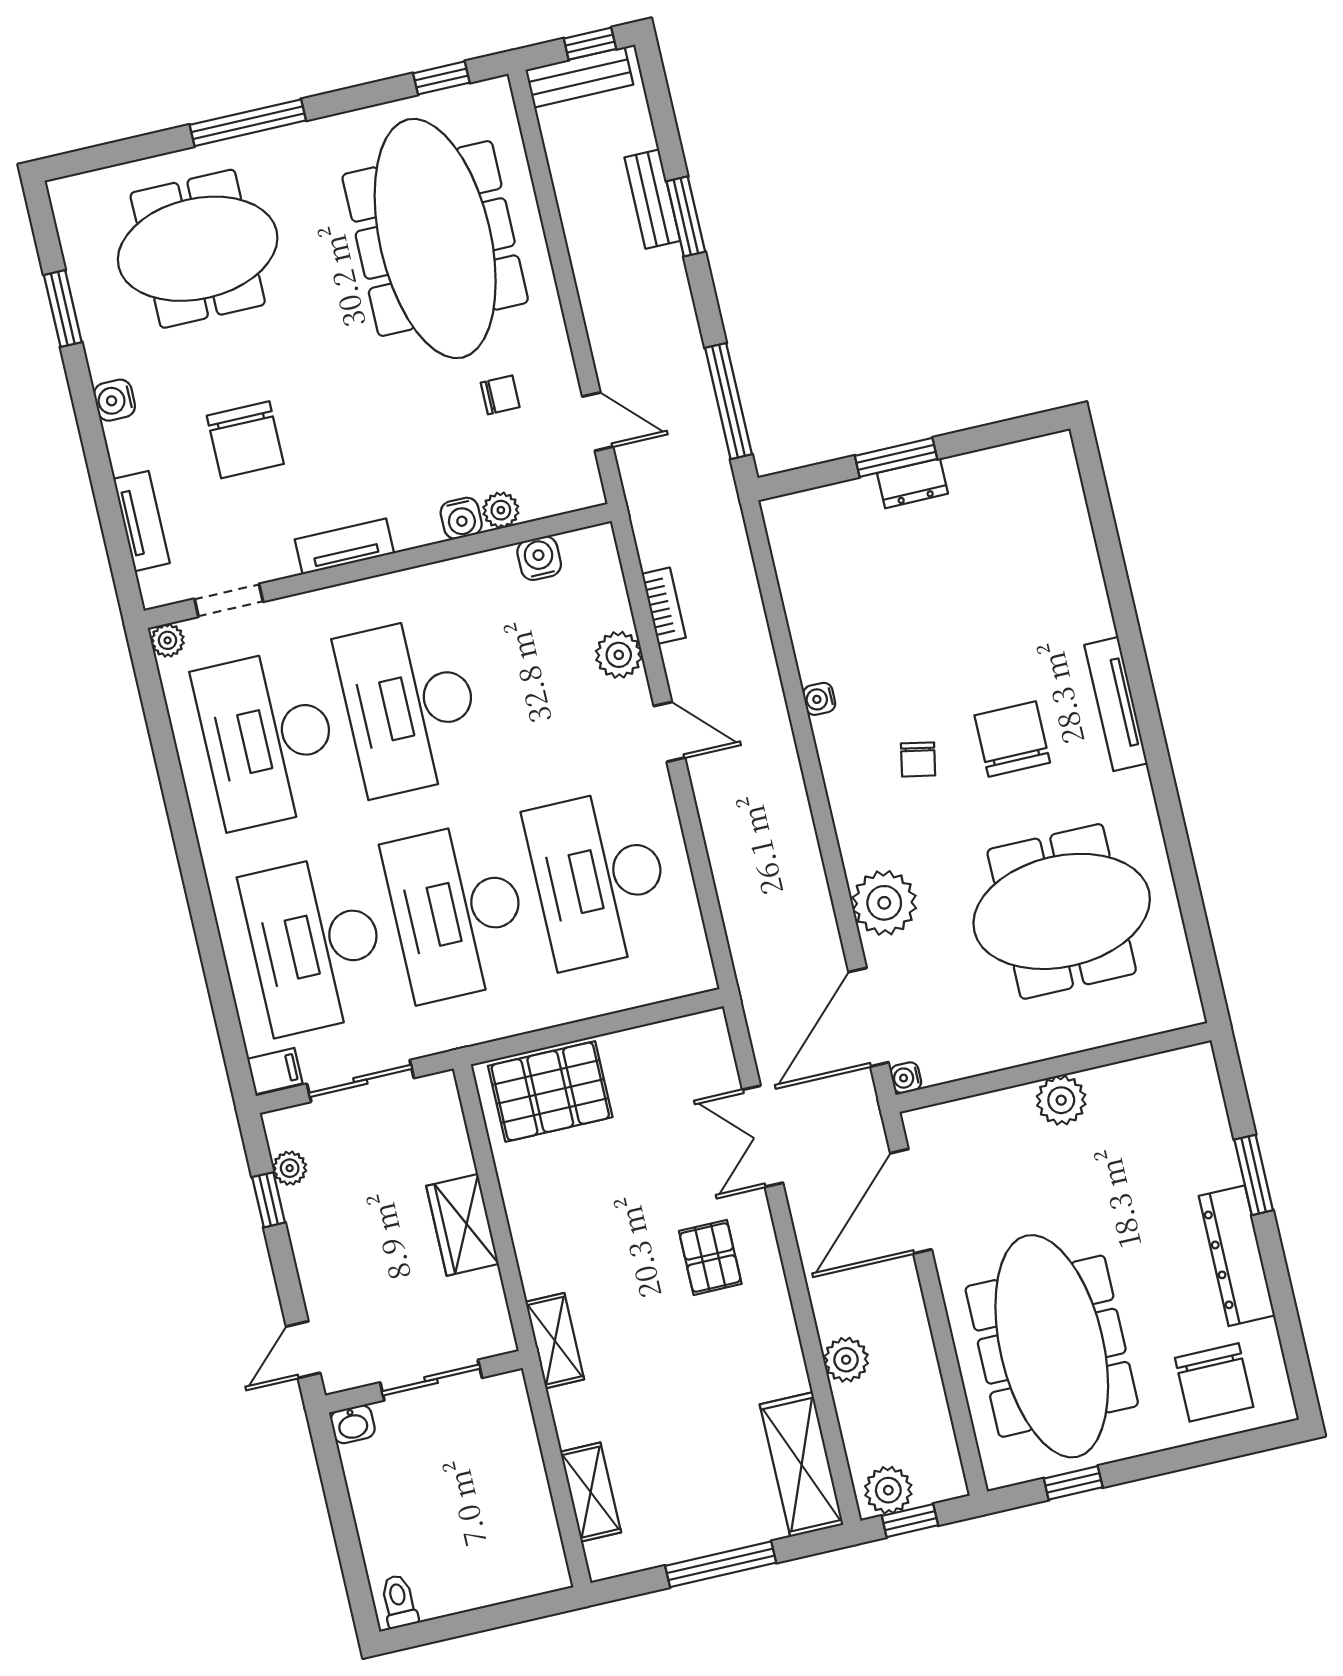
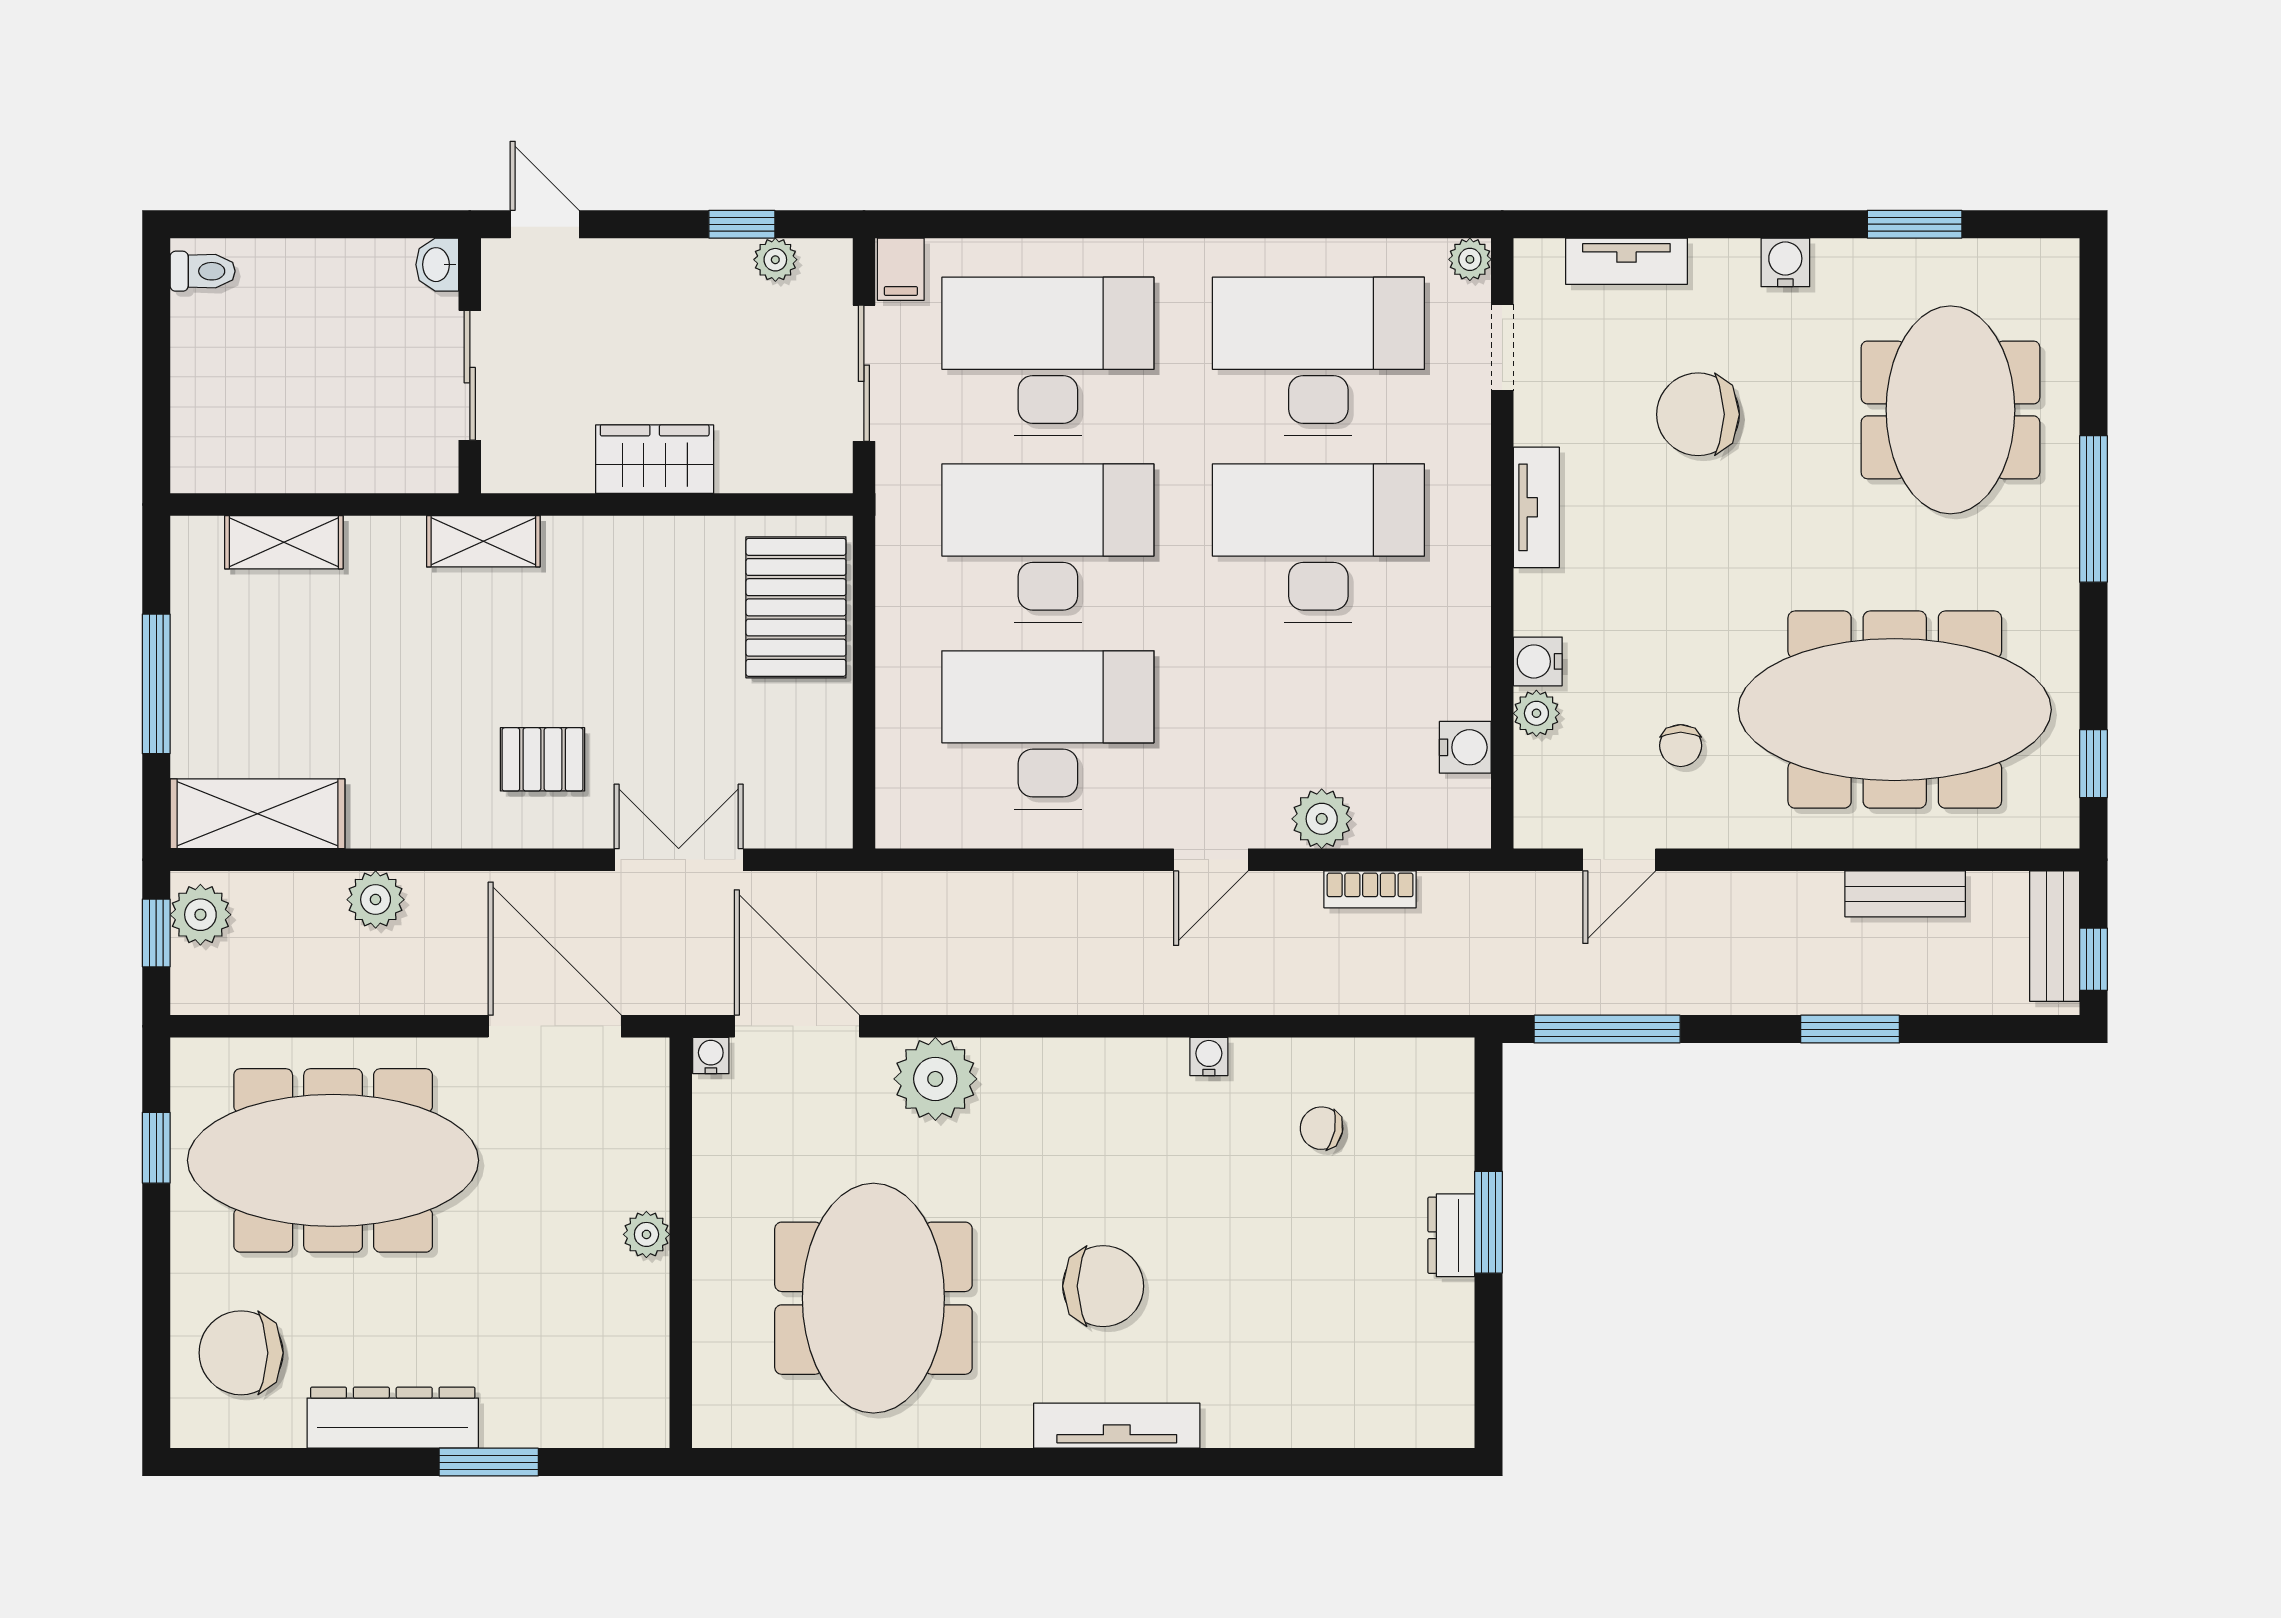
bench: (652, 199) -> (1905, 894), moved
chair: (918, 759) -> (1322, 1128), moved
plant: (1061, 1100) -> (646, 1234), width x0.73, depth x0.73

